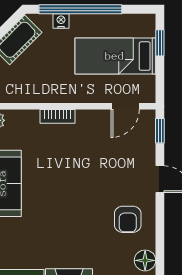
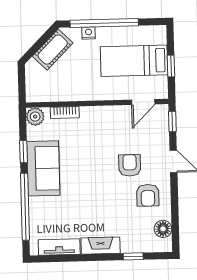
window: (160, 43) -> (171, 66), moved
bookcase: (57, 116) -> (65, 112), moved
armchair: (107, 182) -> (130, 165), added

